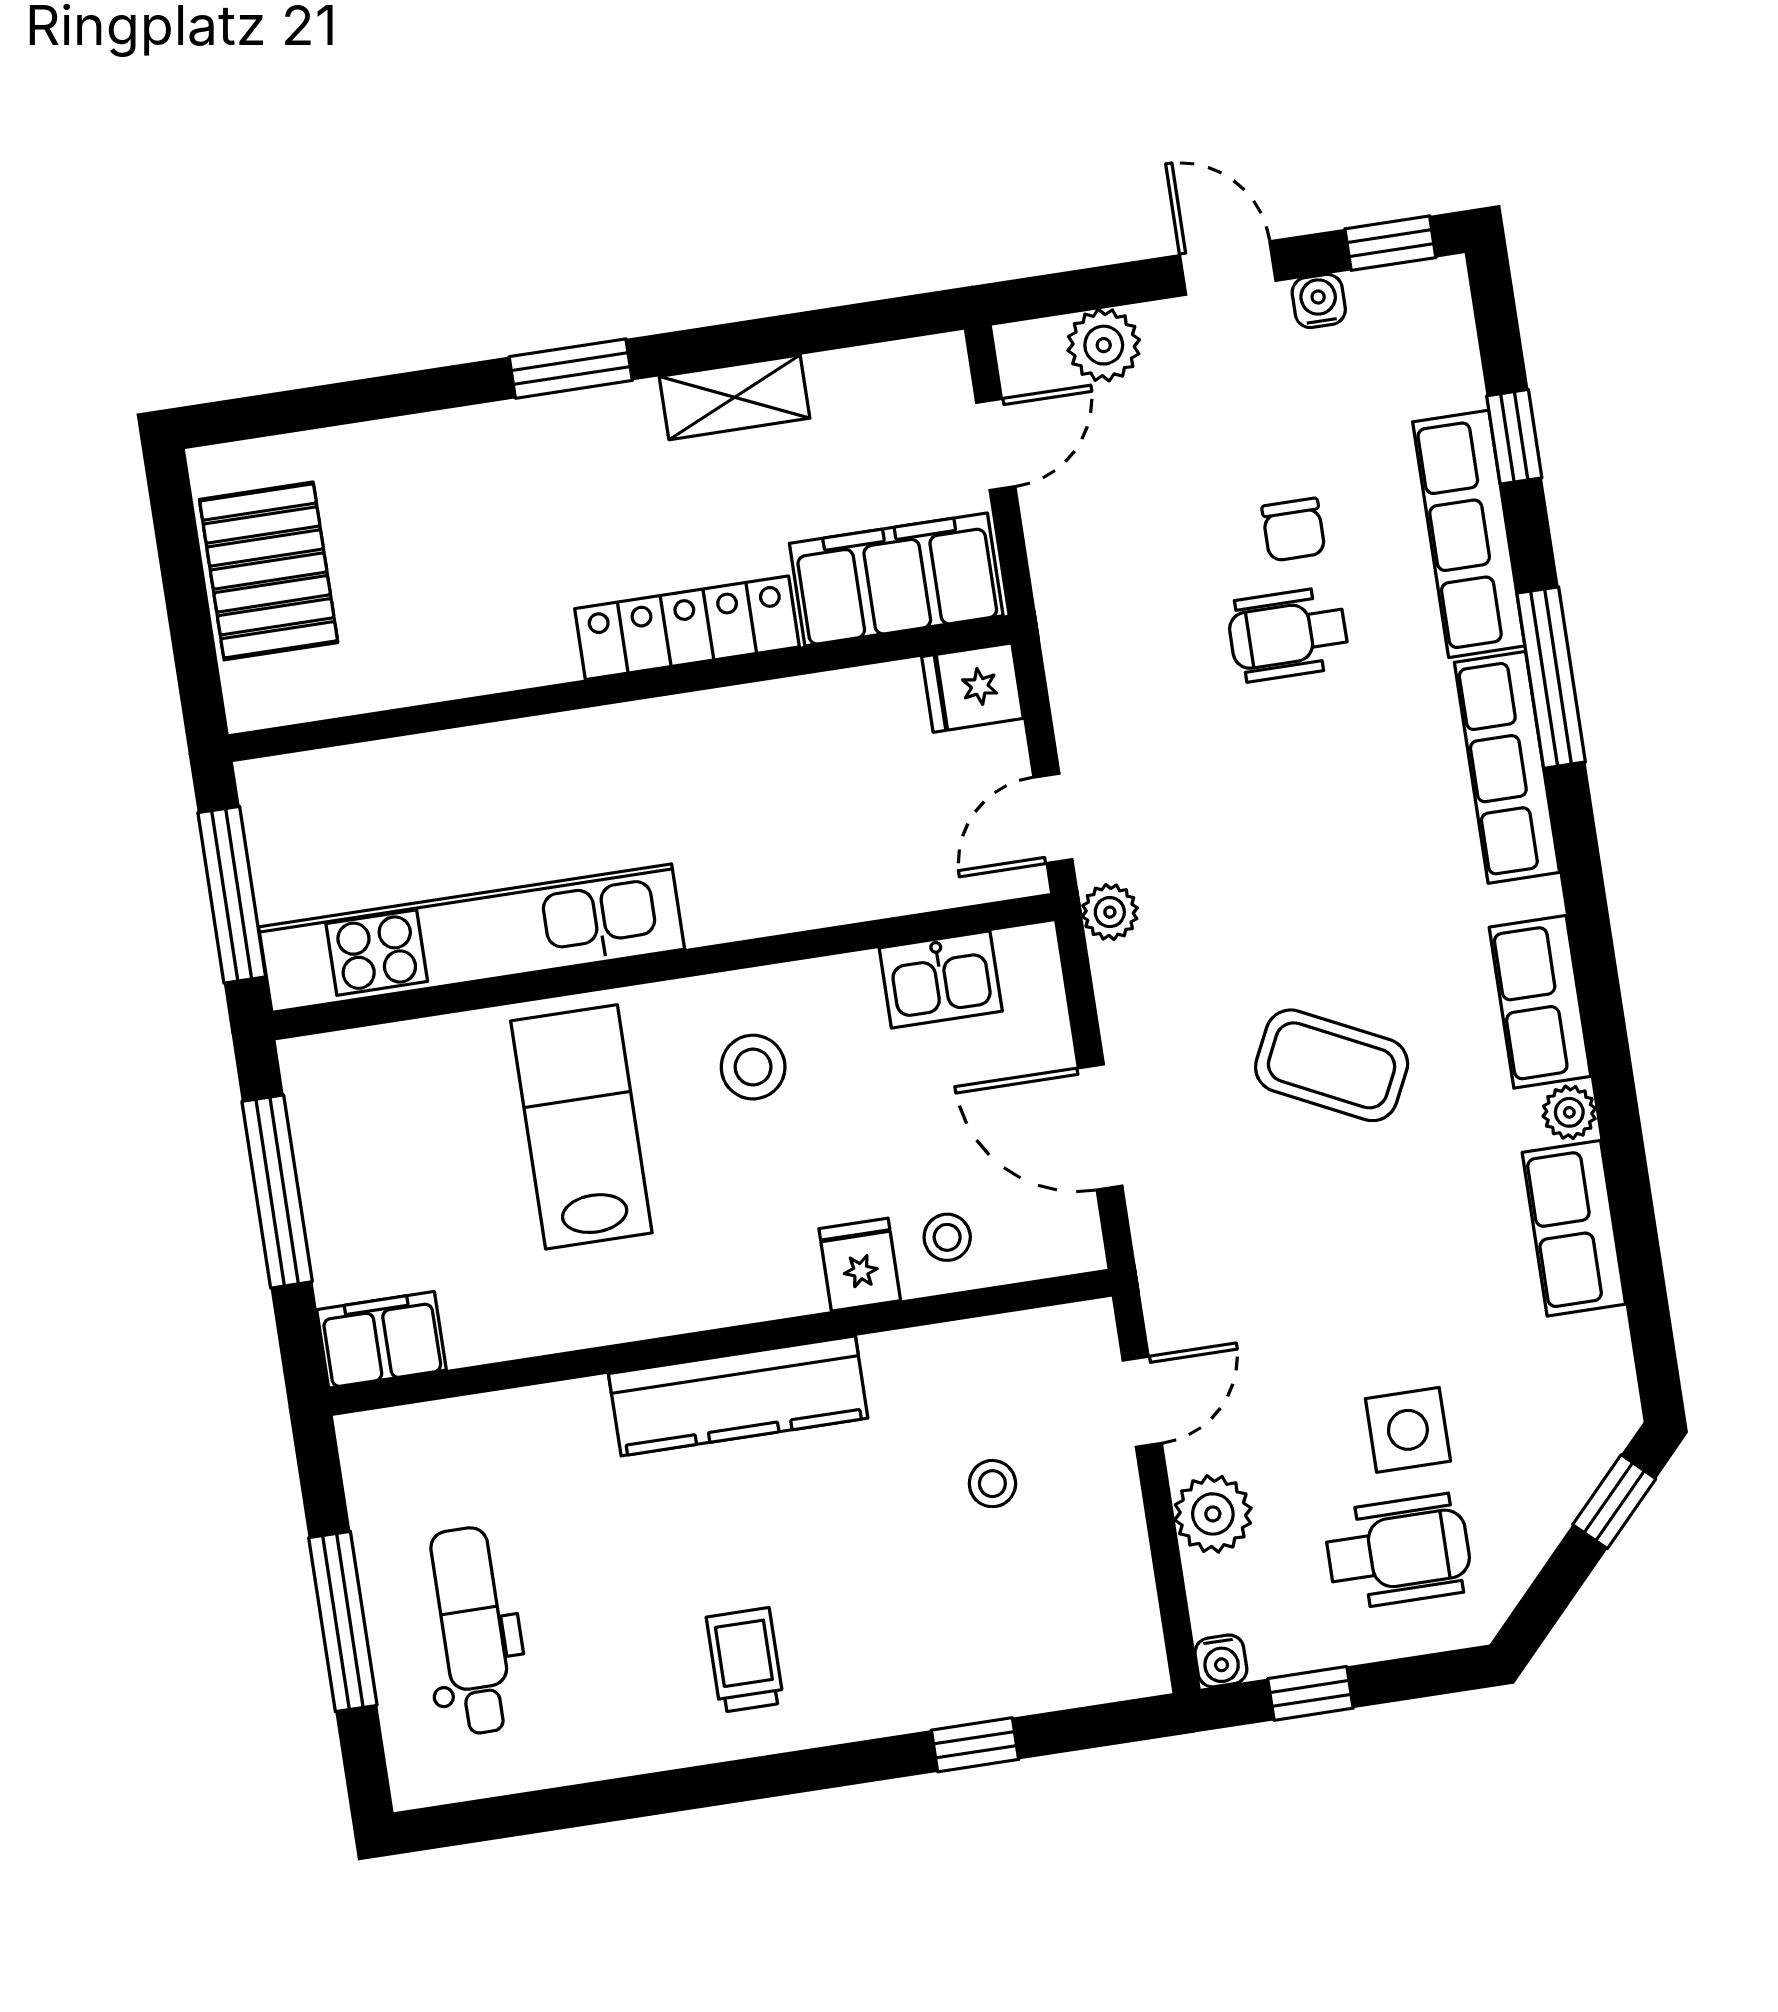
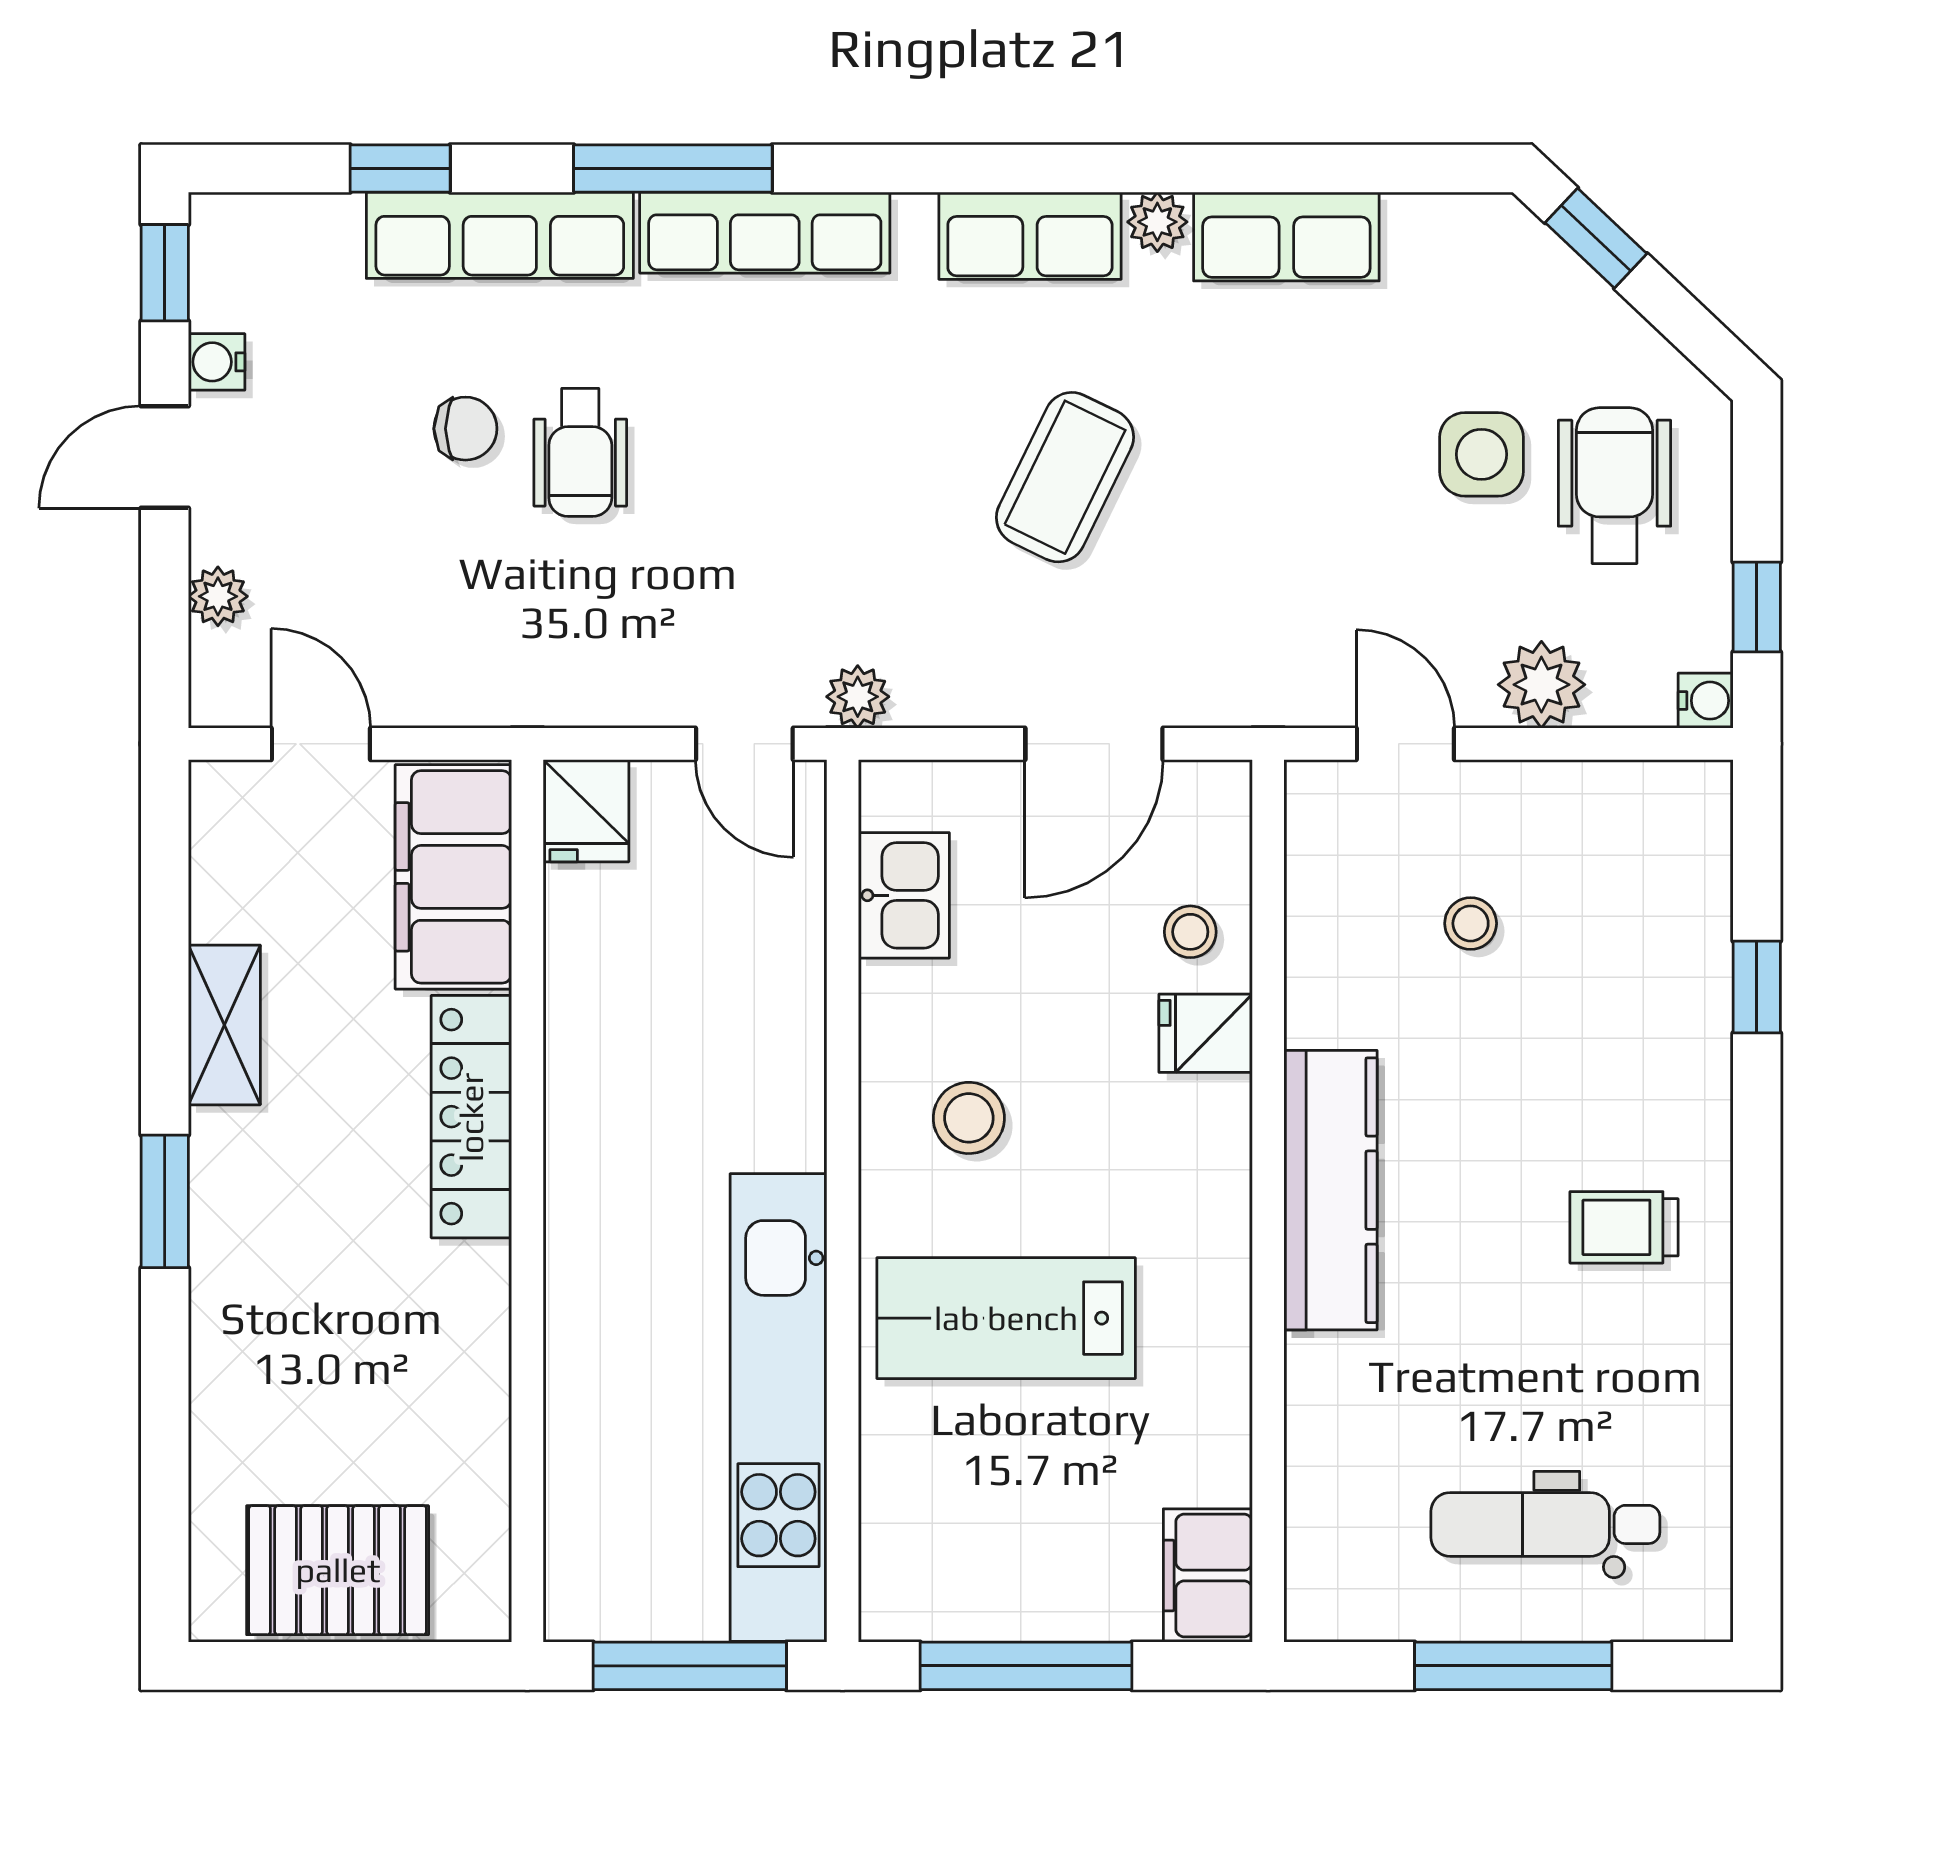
plant: (1104, 345) -> (218, 596), width x0.73, depth x0.73

